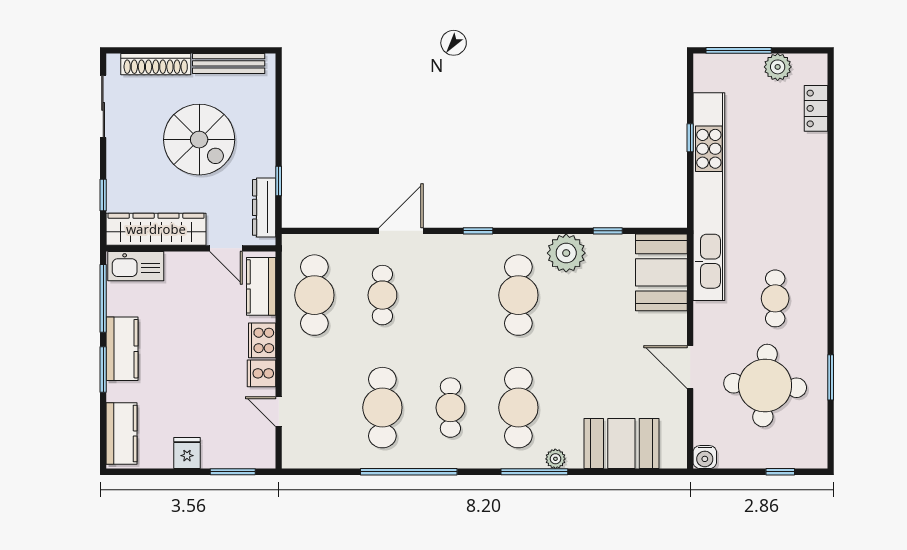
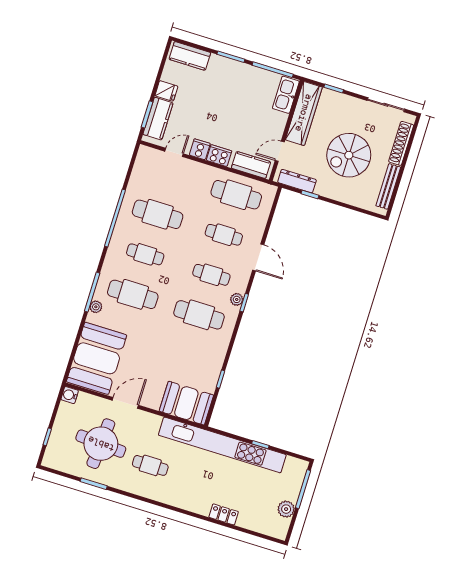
locker: (816, 108) -> (224, 514), moved
plant: (566, 253) -> (237, 299), moved, width x0.53, depth x0.53
cafe table: (450, 295) -> (211, 275), added
kitchen counter: (122, 349) -> (158, 119), moved, turned -90
booth: (621, 444) -> (97, 358), width x1.36, depth x1.42

